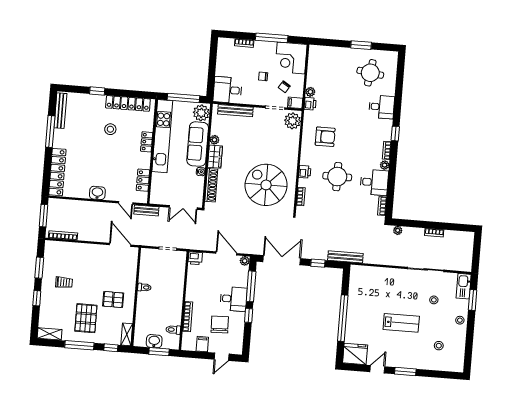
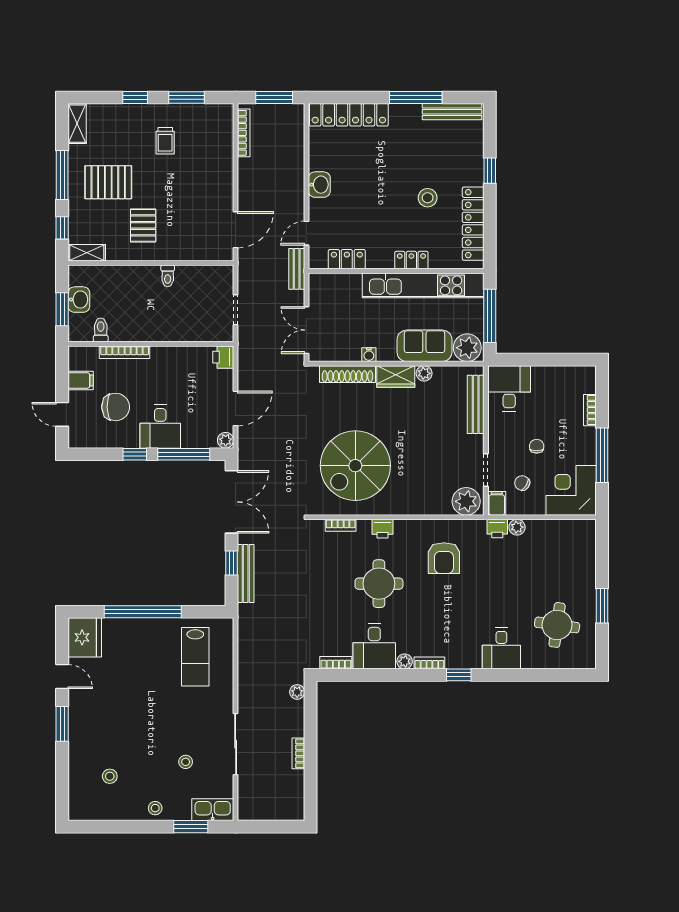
sofa: (198, 144) -> (424, 346), width x0.73
spiral stairs: (266, 185) -> (355, 466), turned 180
bench: (345, 257) -> (246, 573), moved
lab bench: (401, 323) -> (195, 657), moved

